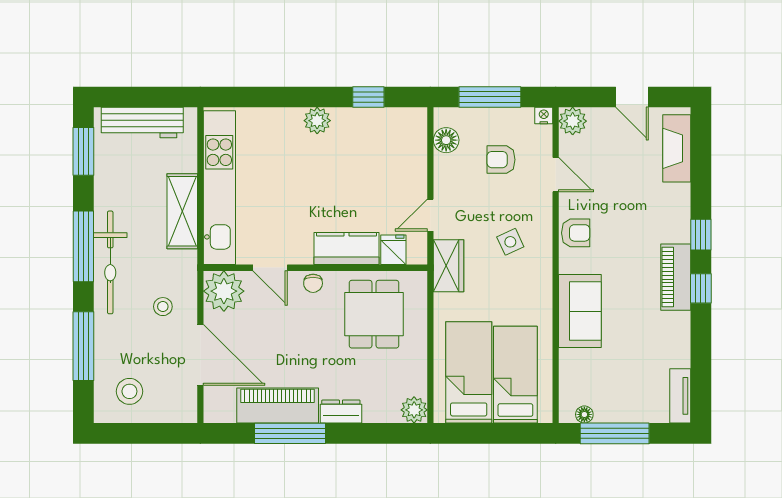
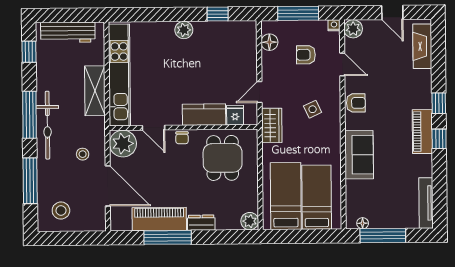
window: (83, 151) -> (29, 52), width x0.67
tv unit: (680, 396) -> (426, 203), width x1.41

